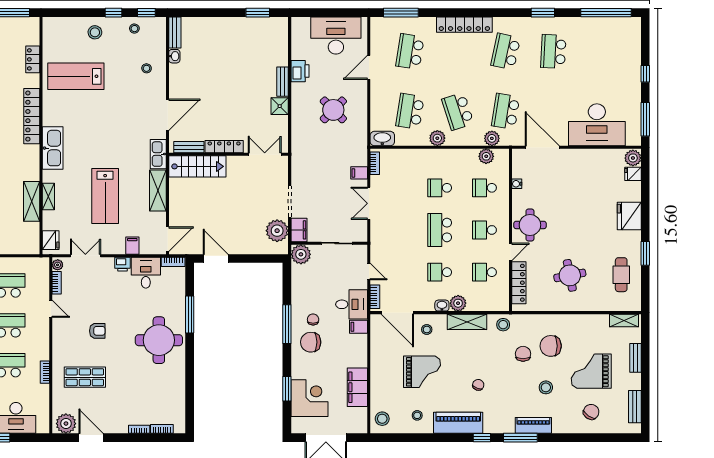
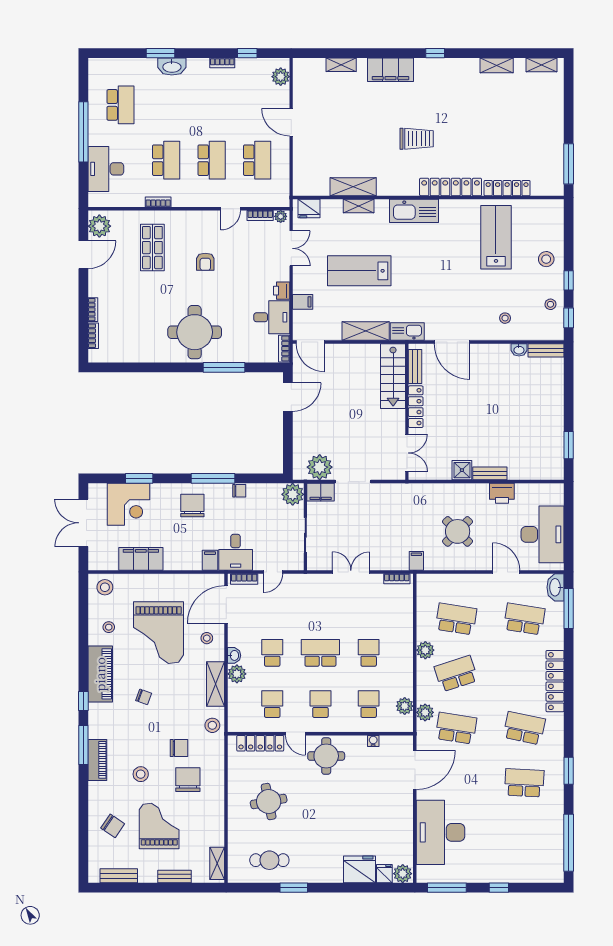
locker: (33, 59) -> (507, 188), width x1.53
washbasin: (382, 139) -> (555, 587), moved, turned 180
filing cabinet: (359, 173) -> (416, 561), moved
fridge: (629, 216) -> (360, 869), moved
chair: (313, 319) -> (239, 491), moved
grand piano: (422, 372) -> (159, 633), width x1.37, depth x1.48

